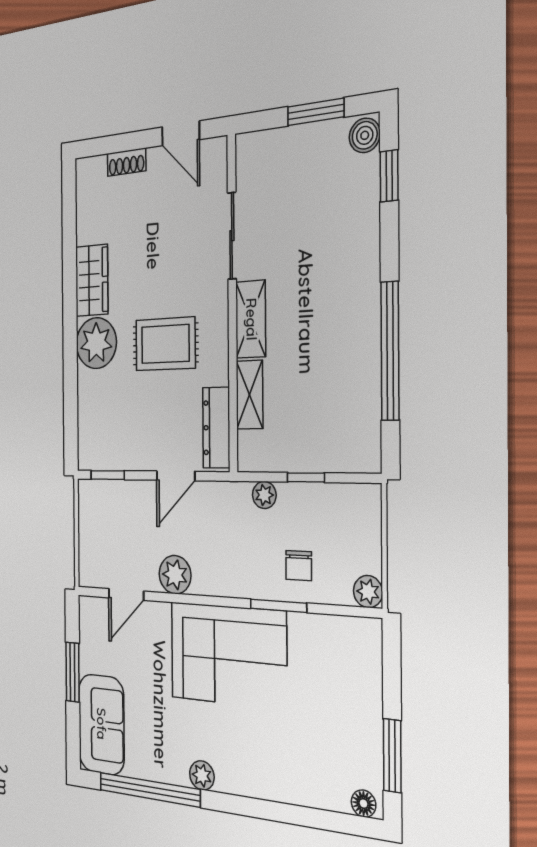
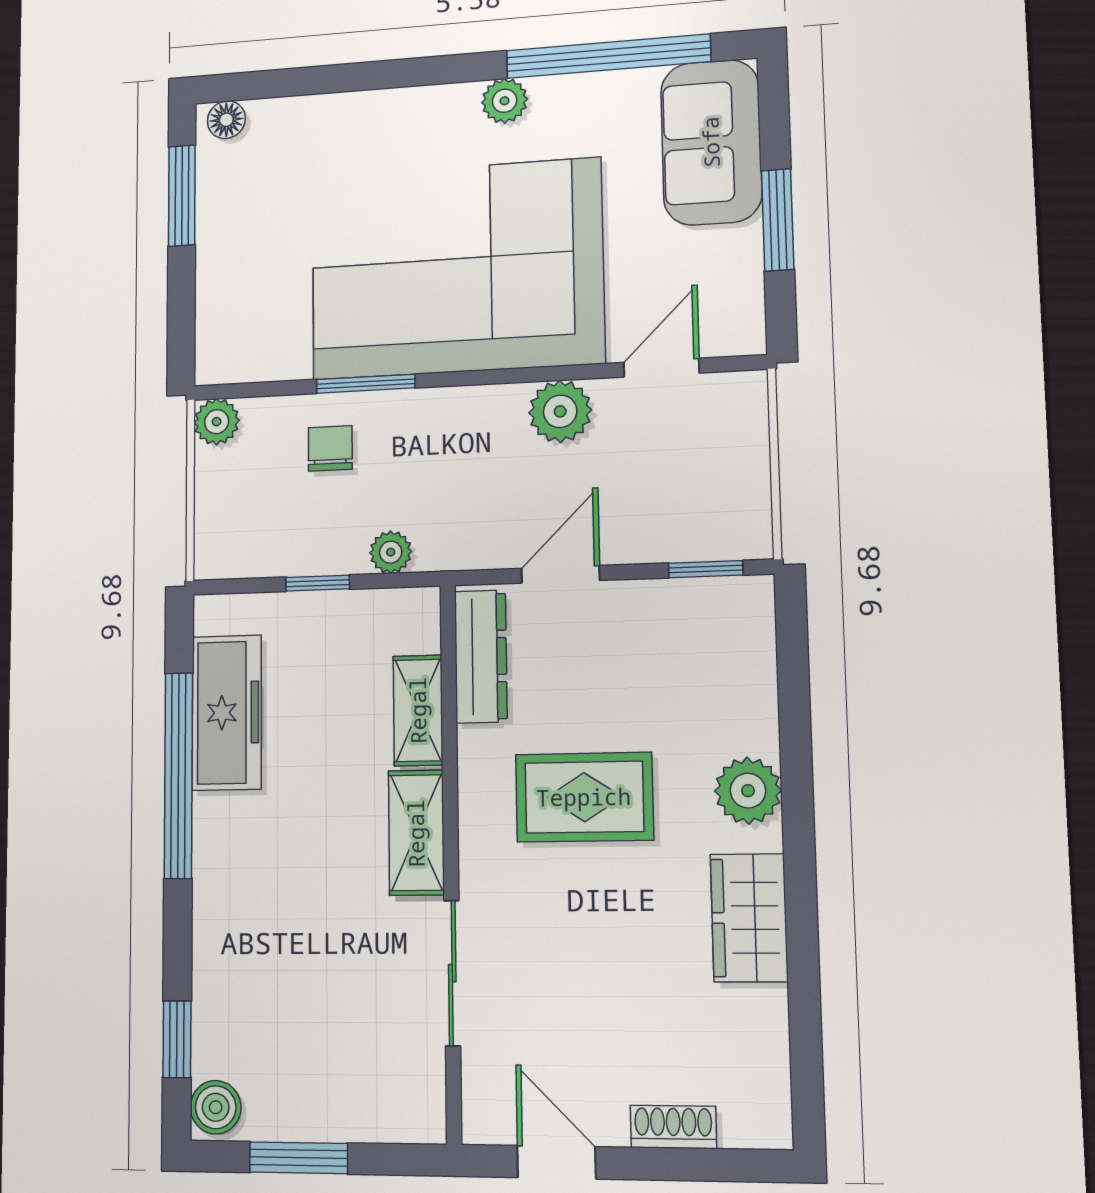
plant: (96, 343) -> (748, 791), width x0.73, depth x0.73
freezer: (360, 393) -> (227, 713), added
corner sofa: (228, 655) -> (456, 269), width x1.36, depth x1.36

